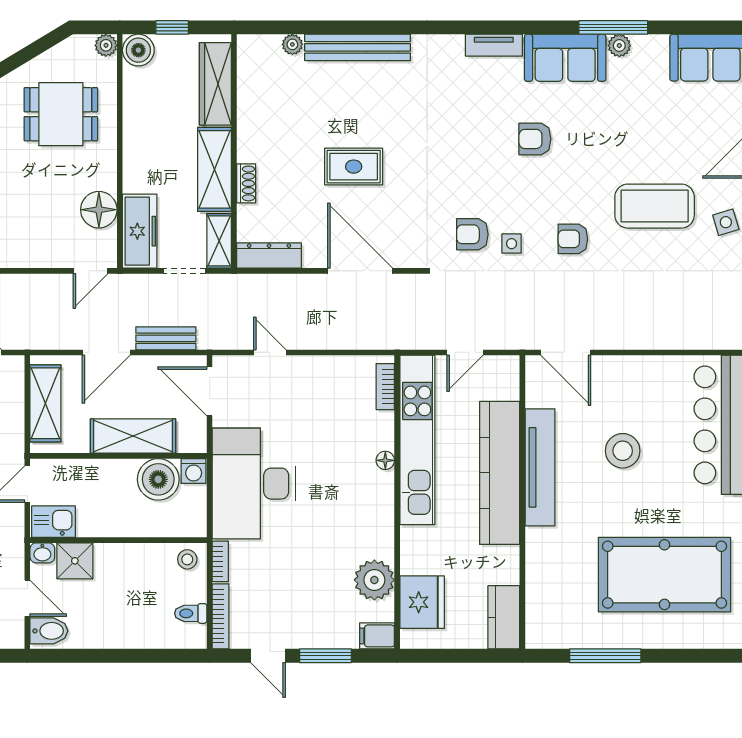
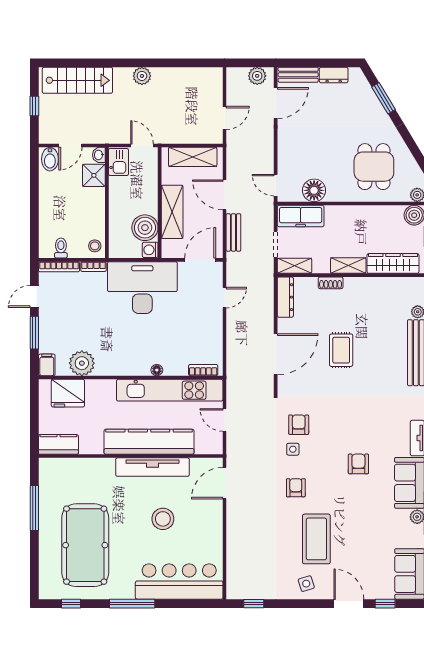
shelving: (214, 169) -> (348, 266), width x0.67, depth x0.75

